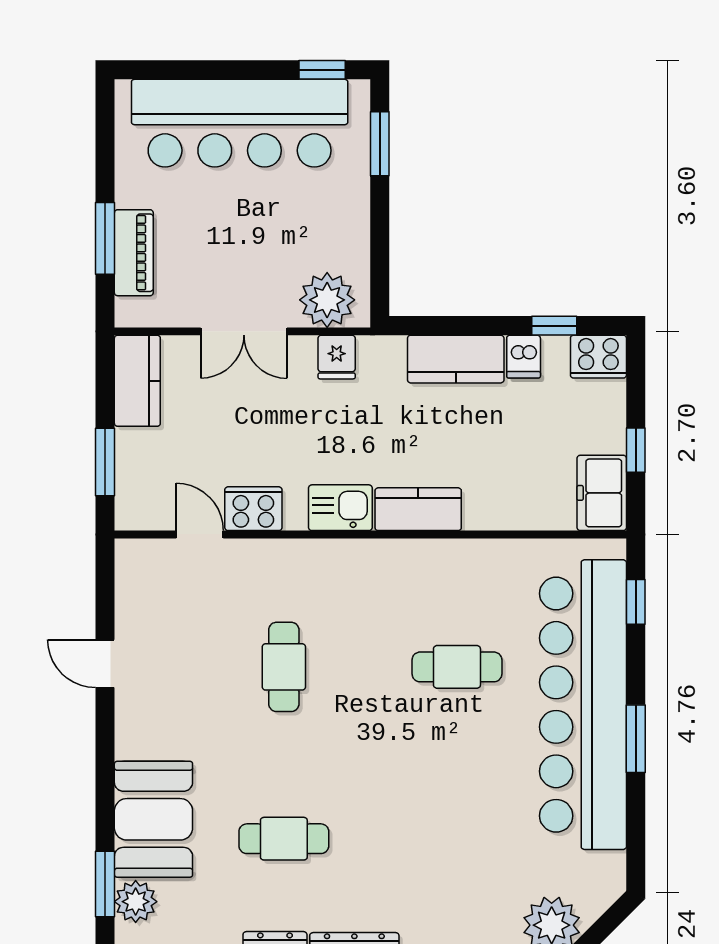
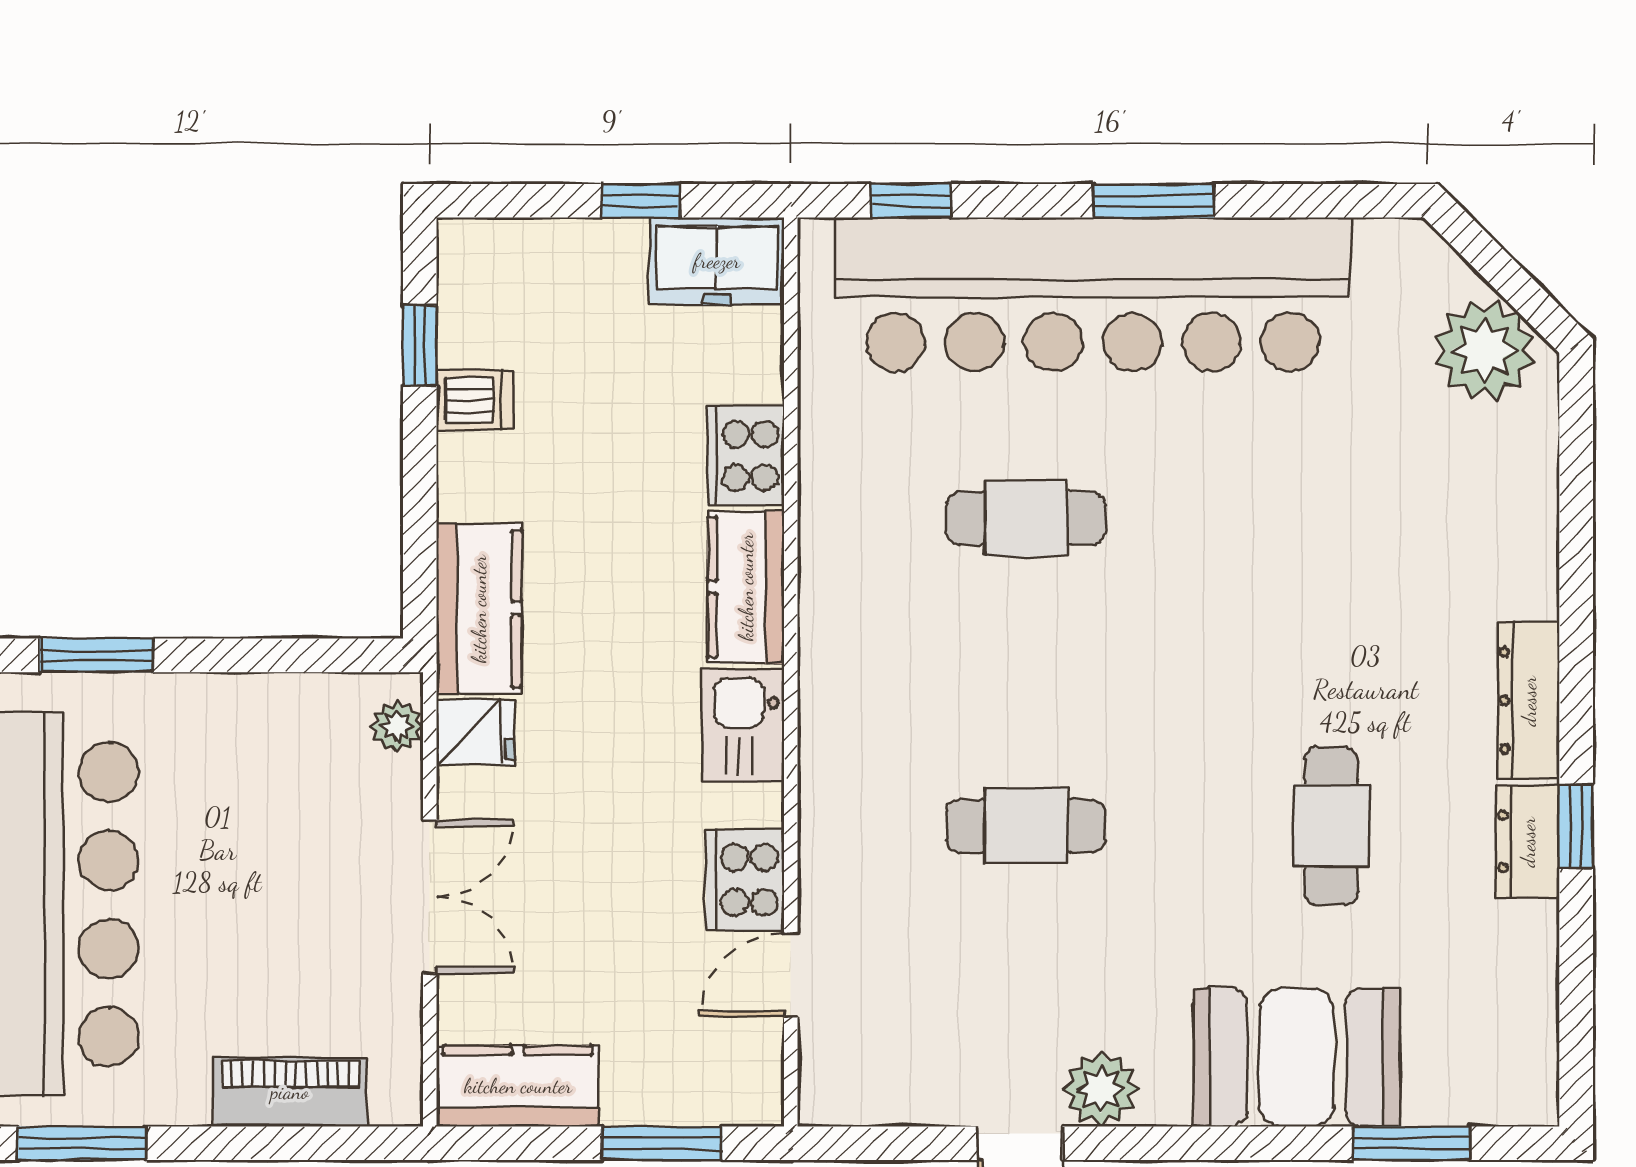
window: (105, 238) -> (82, 1143), moved
plant: (327, 300) -> (397, 726), width x0.53, depth x0.53
cooker: (598, 357) -> (746, 456), moved, turned 180
kitchen counter: (456, 359) -> (479, 609), moved
cafe table: (457, 667) -> (1026, 518), turned 90
plant: (136, 902) -> (1101, 1089), moved

